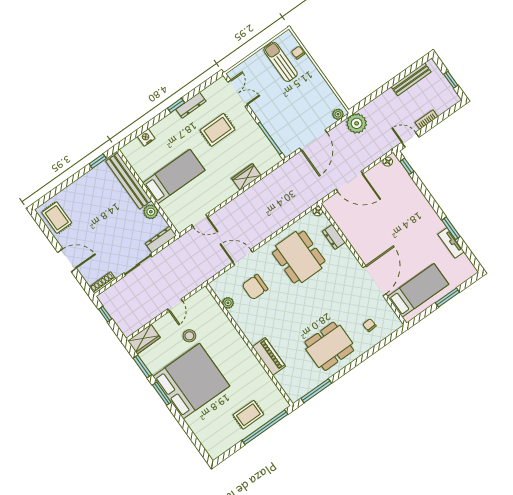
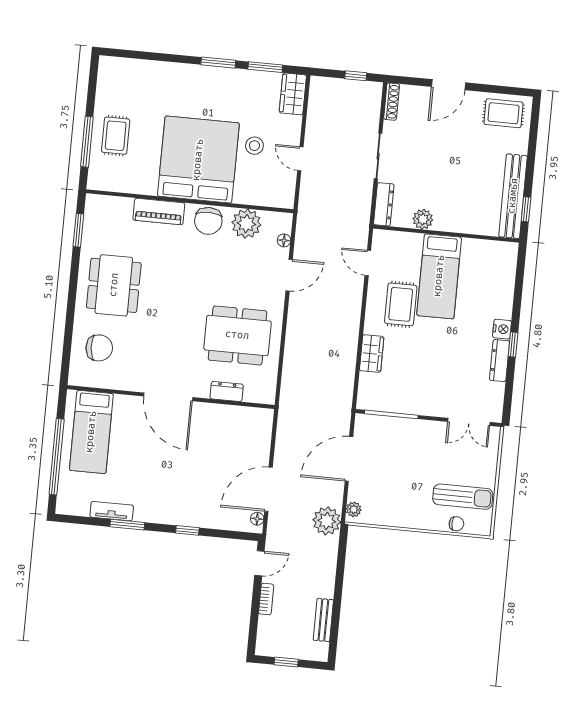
bench: (411, 79) -> (323, 620), width x0.73
rug: (217, 130) -> (401, 304), moved
nightstand: (146, 138) -> (502, 329), moved
door: (313, 140) -> (349, 459), hinge flipped
window: (407, 166) -> (187, 530), moved
bench: (129, 181) -> (513, 196), moved, turned 90
door: (349, 181) -> (269, 489), moved
floor lamp: (318, 211) -> (284, 240), moved
door: (200, 221) -> (368, 263), hinge flipped
door: (374, 281) -> (168, 397), moved
chair: (255, 287) -> (208, 221), moved, turned 180
window: (447, 298) -> (57, 457), width x2.11
plant: (228, 303) -> (246, 224), width x1.88, depth x1.88
chair: (369, 325) -> (99, 348), width x1.87, depth x1.87
bed: (191, 381) -> (198, 160), moved, turned 180
window: (316, 391) -> (78, 230), width x0.69
window: (265, 427) -> (87, 142), width x0.68

